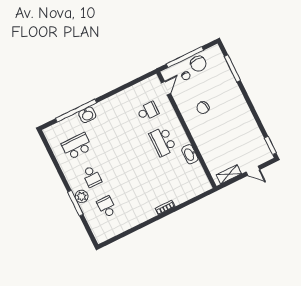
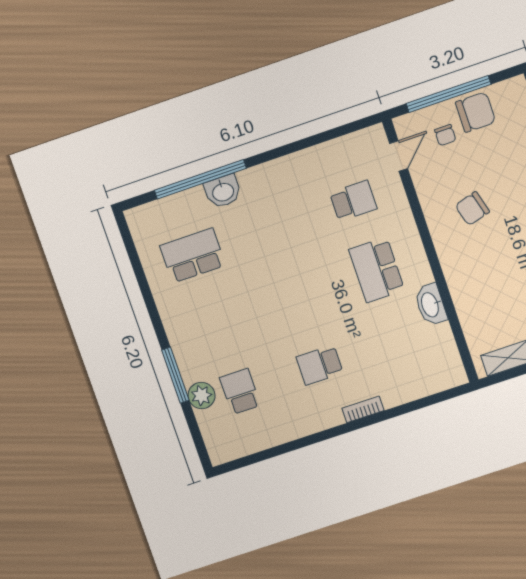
chair: (198, 64) -> (476, 112), turned -90
school desk: (92, 176) -> (320, 365), moved, turned 90
plant: (82, 196) -> (201, 396), moved

